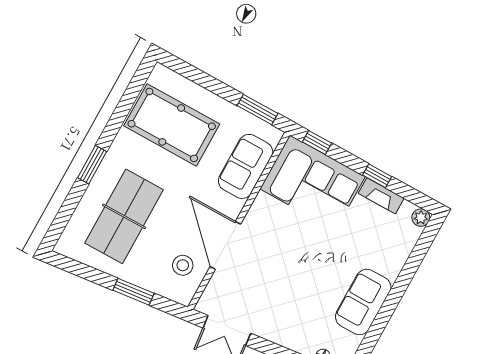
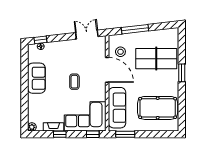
sofa: (246, 166) -> (117, 108), width x1.36
table tennis table: (124, 216) -> (156, 59), turned 90
coffee table: (297, 257) -> (74, 82), added
window: (133, 292) -> (135, 29), width x1.44

